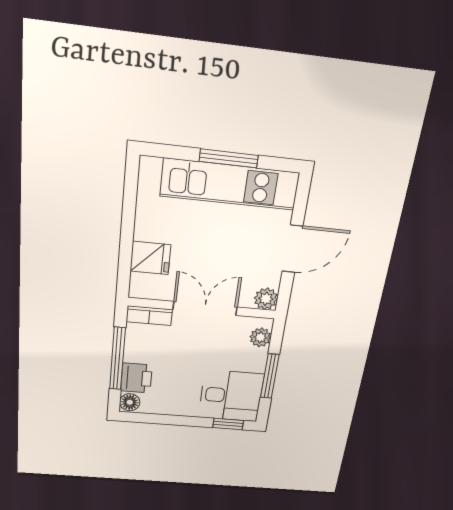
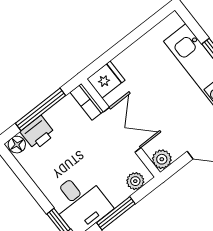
fridge: (150, 258) -> (106, 80), moved, turned -90

